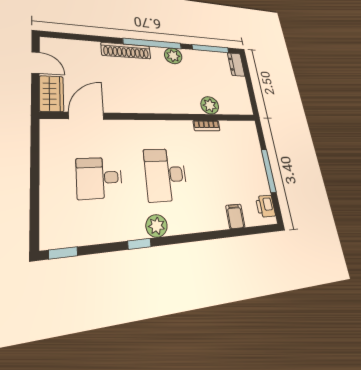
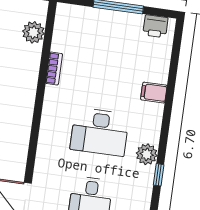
plant: (210, 105) -> (33, 32), moved
filing cabinet: (235, 216) -> (154, 93), moved

